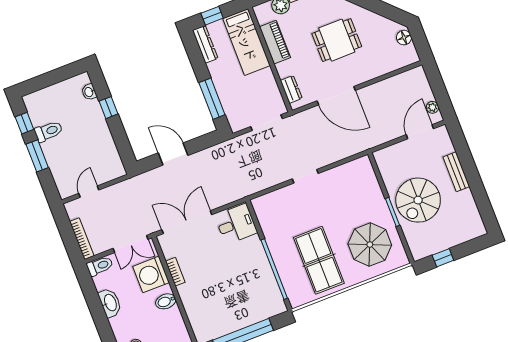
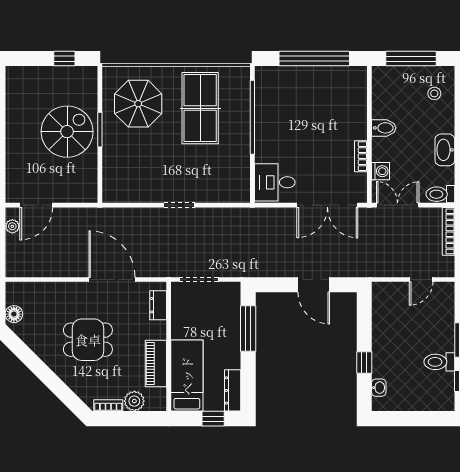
bench: (456, 172) -> (14, 146), removed
washing machine: (151, 274) -> (381, 171), width x0.53, depth x0.53

